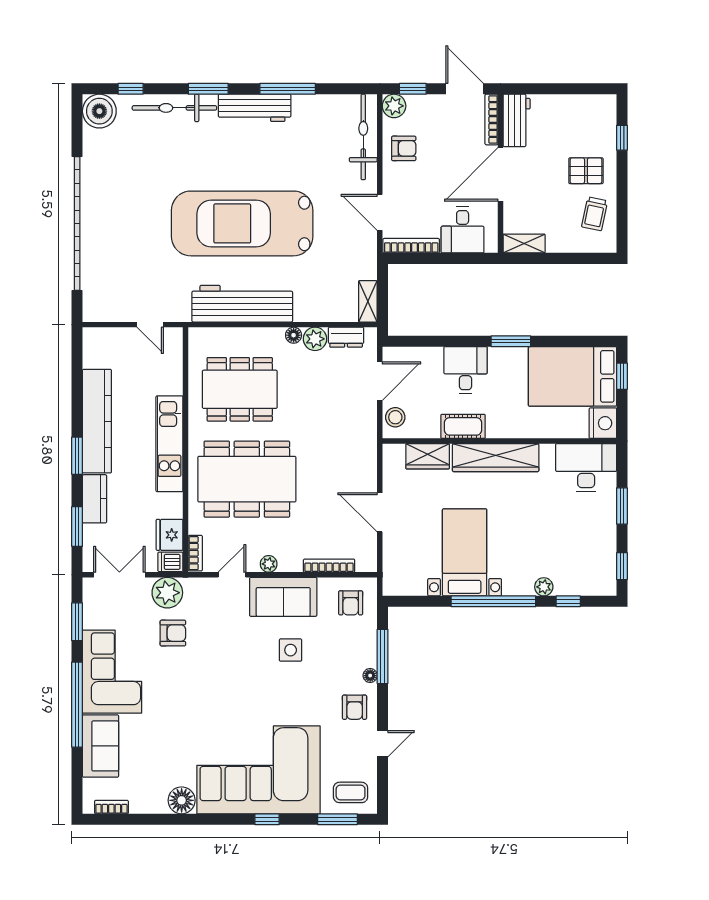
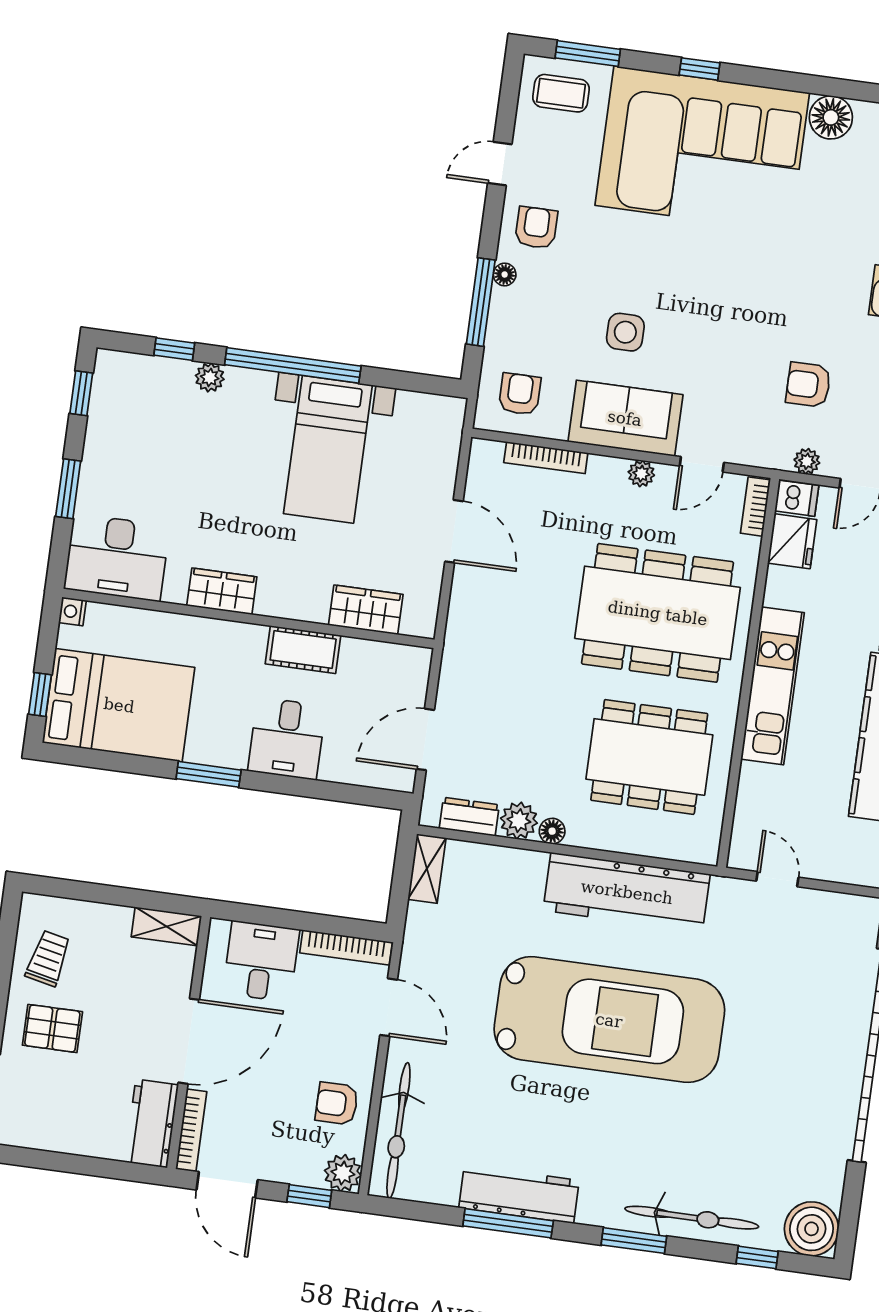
workbench: (255, 108) -> (519, 1194), moved
stool: (395, 417) -> (409, 679), removed
nightstand: (603, 423) -> (72, 612), width x0.53, depth x0.56
wardrobe: (496, 458) -> (222, 591), width x0.48, depth x0.85
plant: (167, 593) -> (807, 461), width x0.53, depth x0.53

